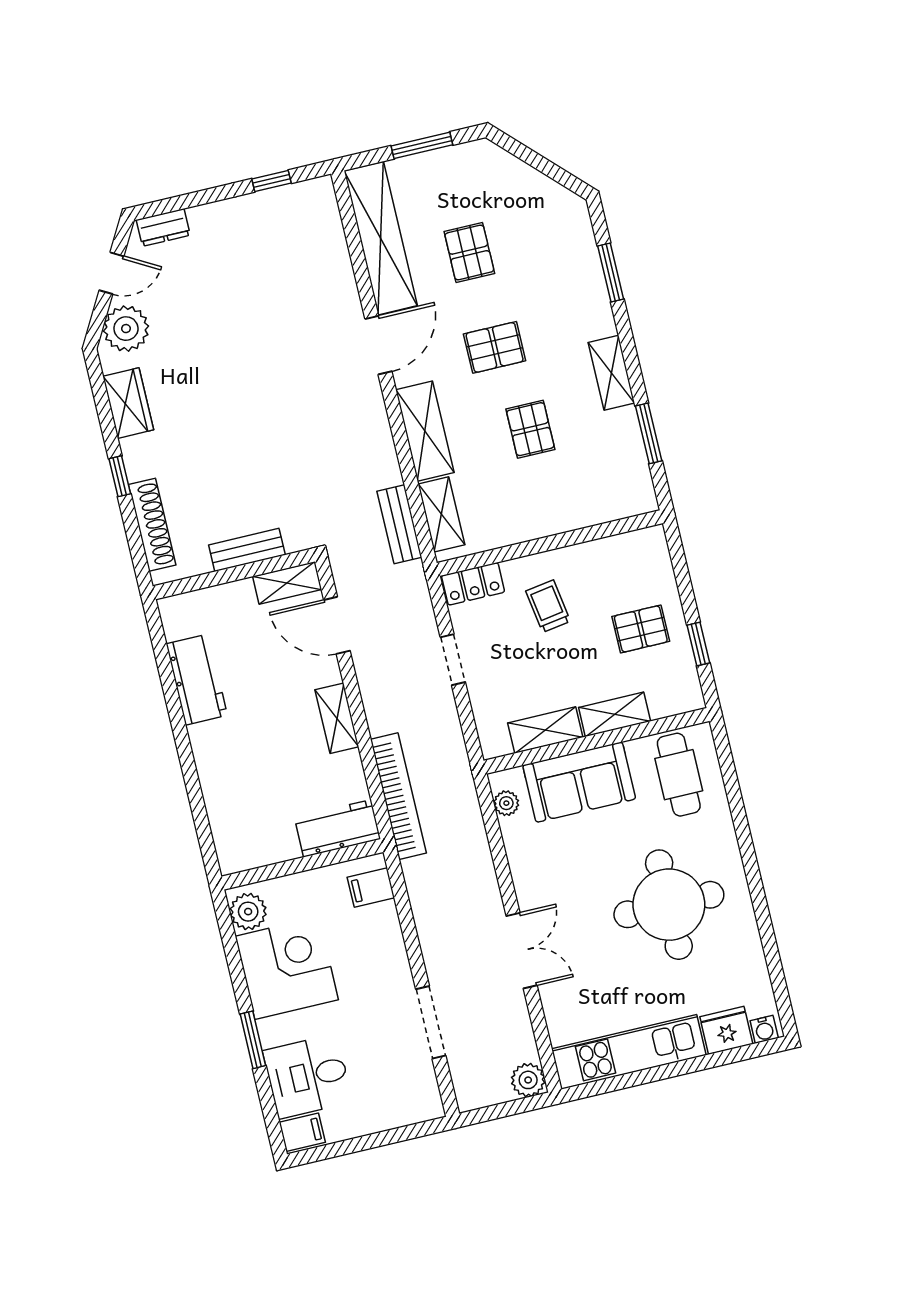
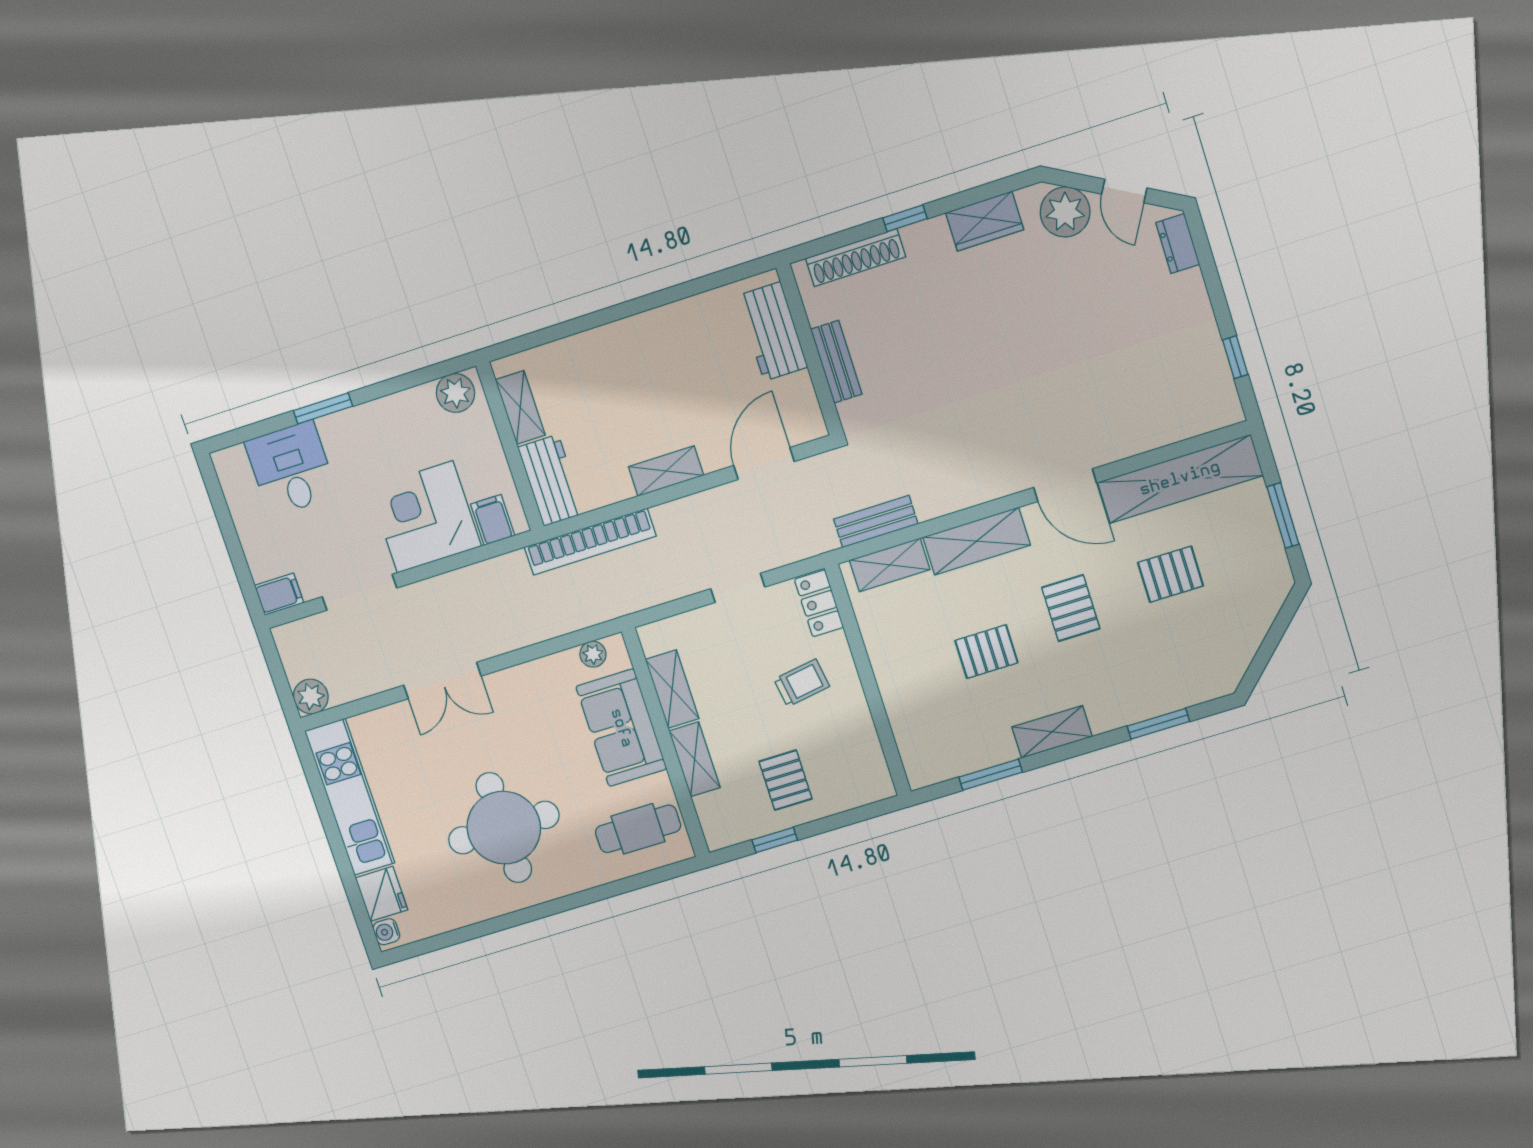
shelving: (287, 583) -> (520, 407), moved
workbench: (197, 679) -> (772, 331), moved, turned 90
corner desk: (287, 968) -> (425, 517), moved, turned 180
filing cabinet: (302, 1132) -> (279, 594), moved, turned -90

